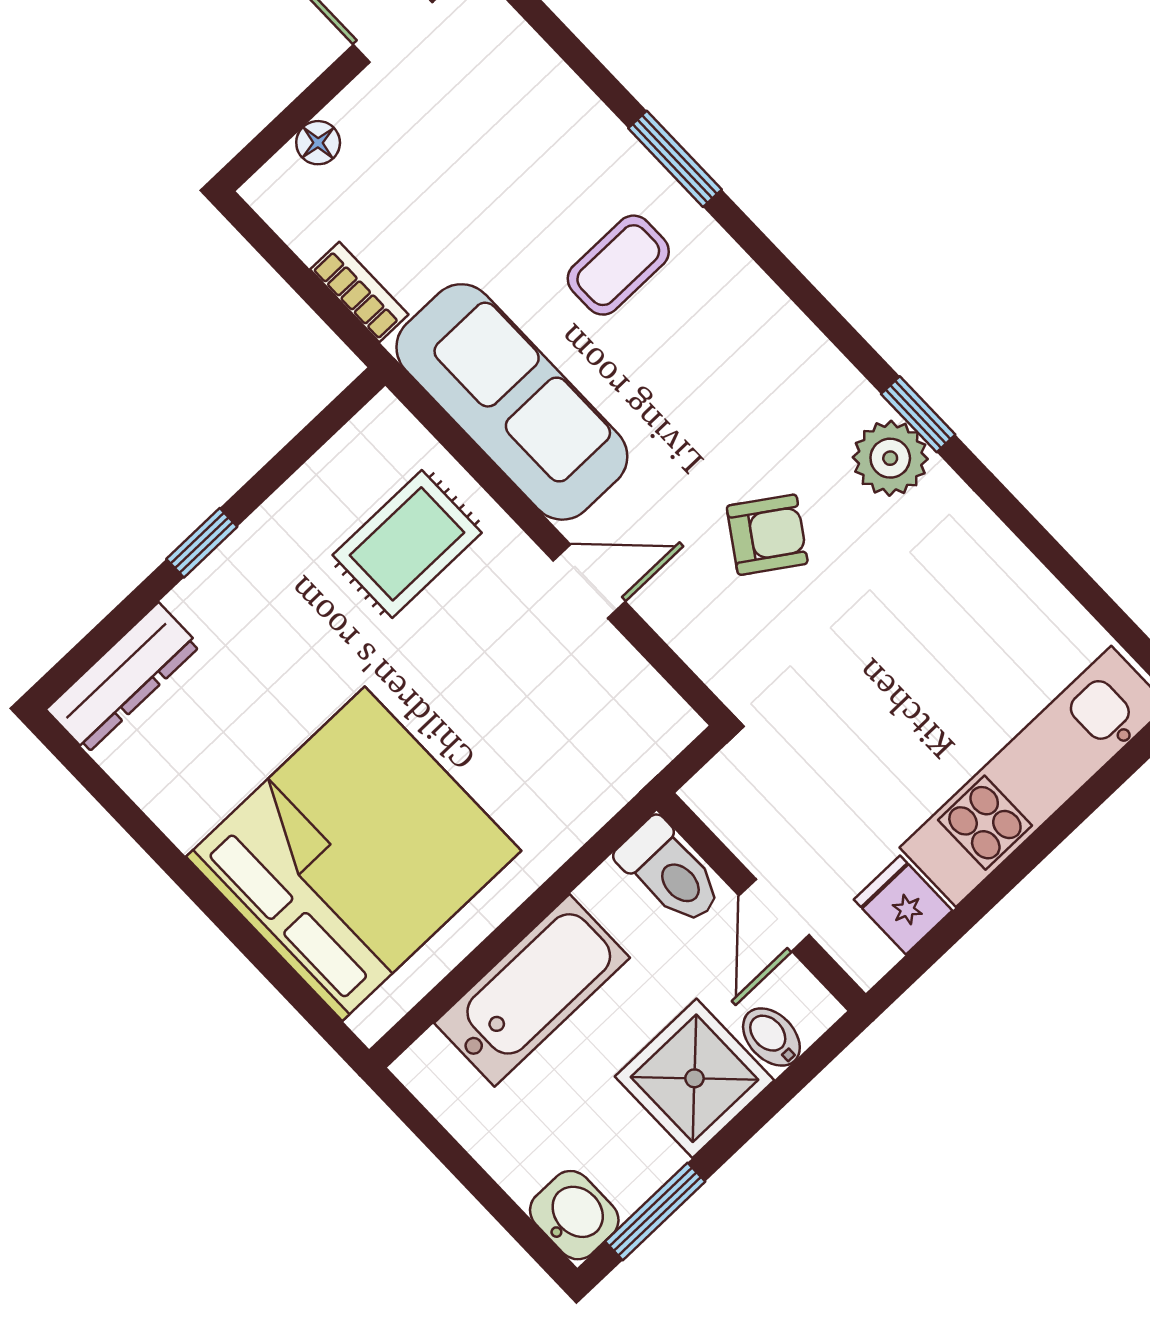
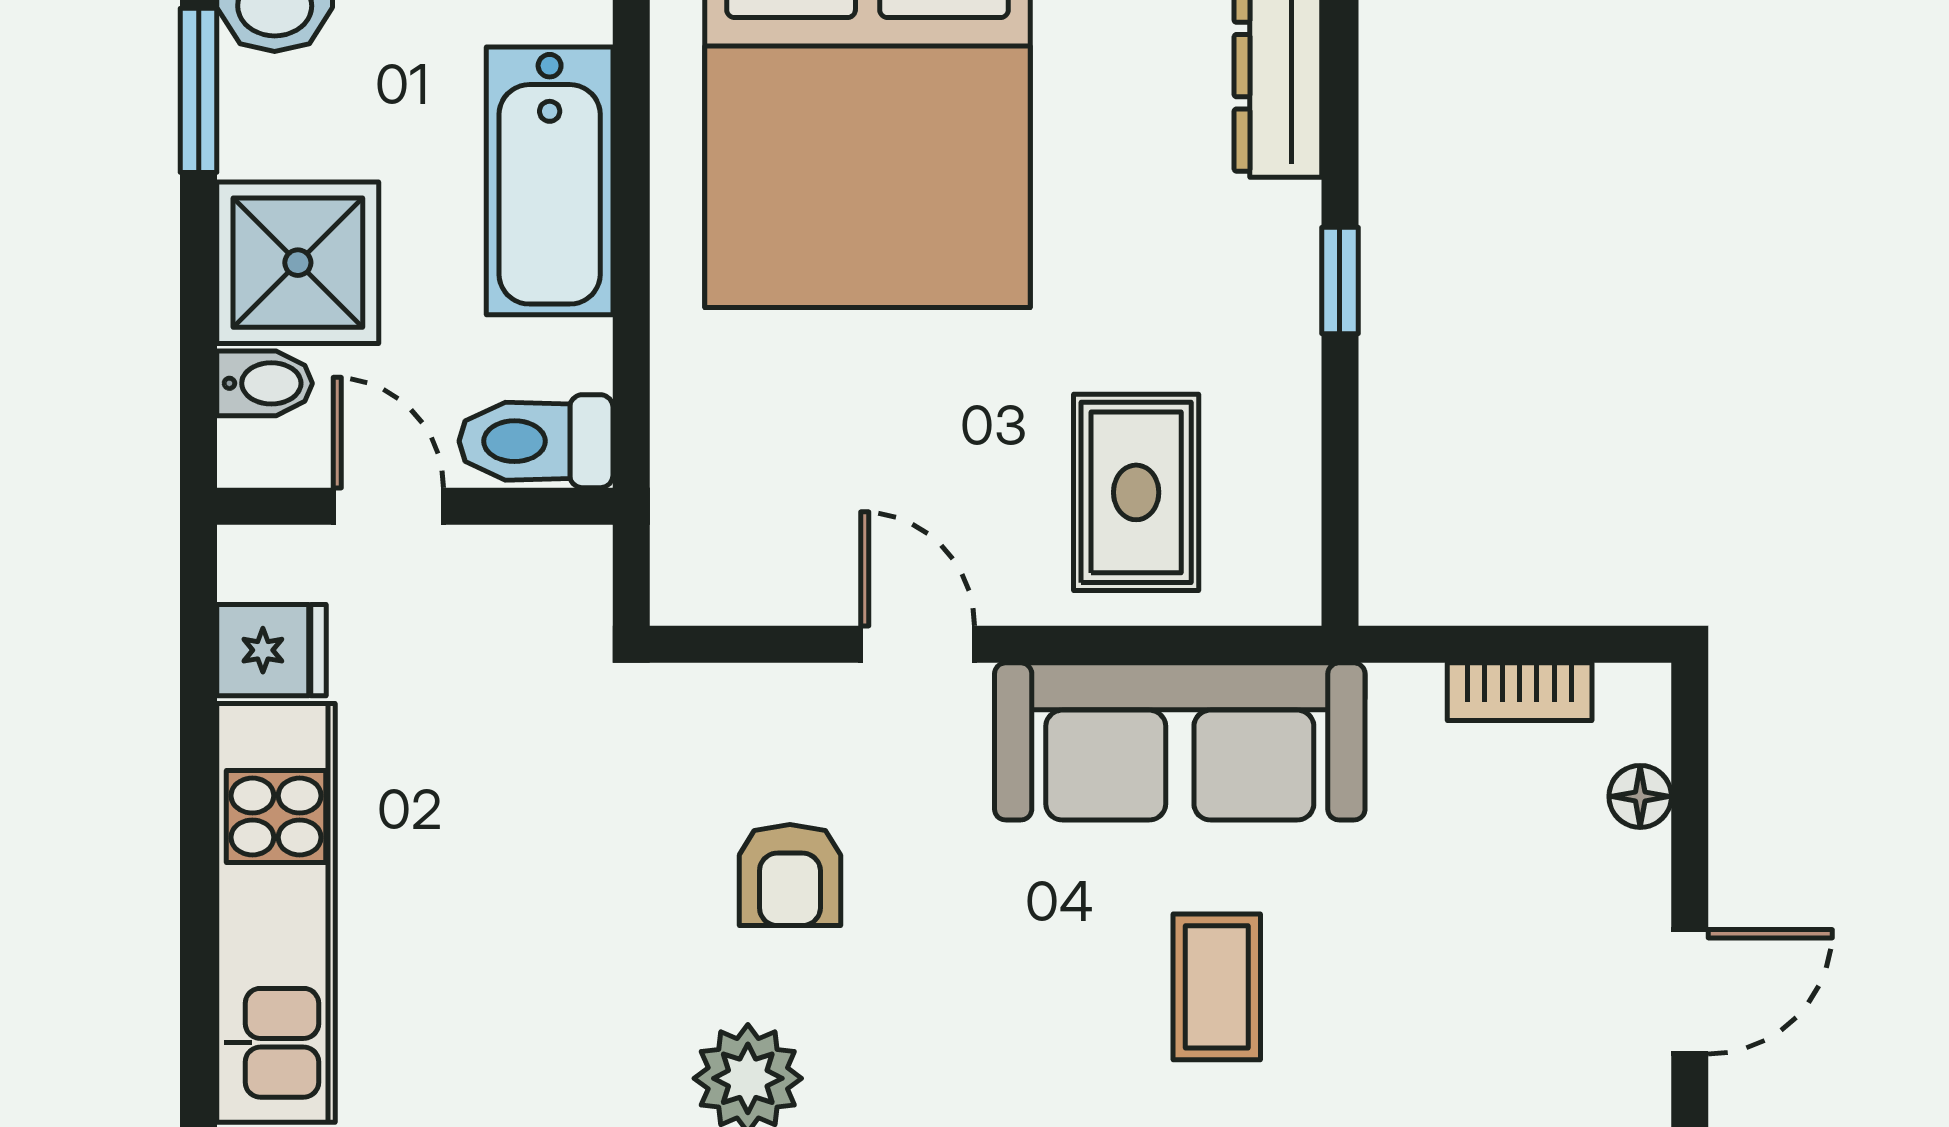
bookcase: (359, 292) -> (1520, 692), moved
armchair: (767, 535) -> (790, 875), turned -34
door: (589, 581) -> (918, 644), swing flipped

